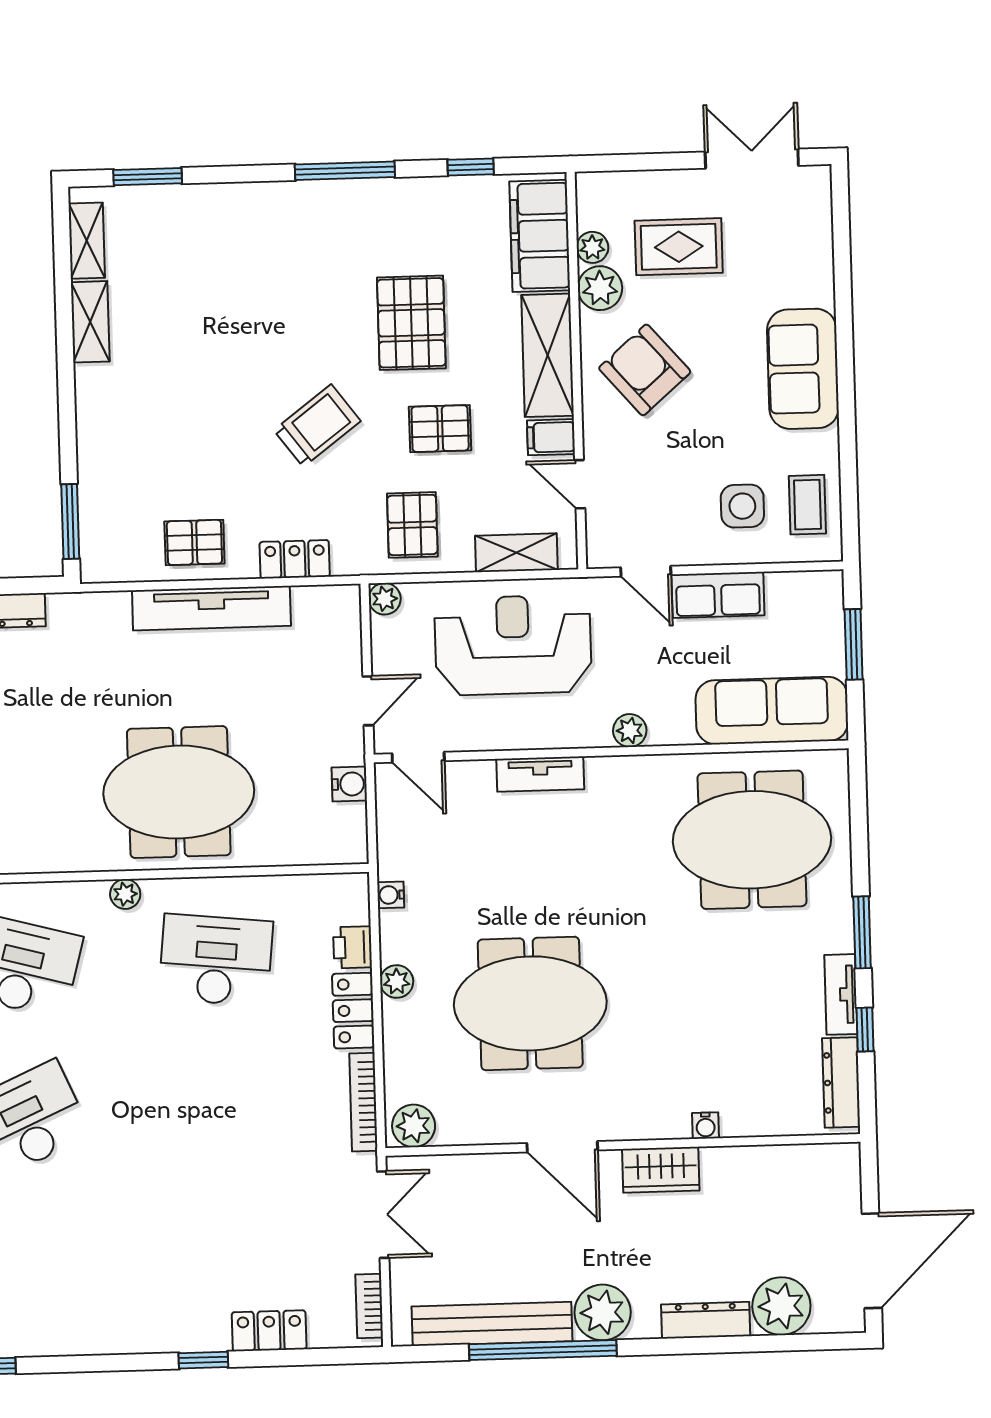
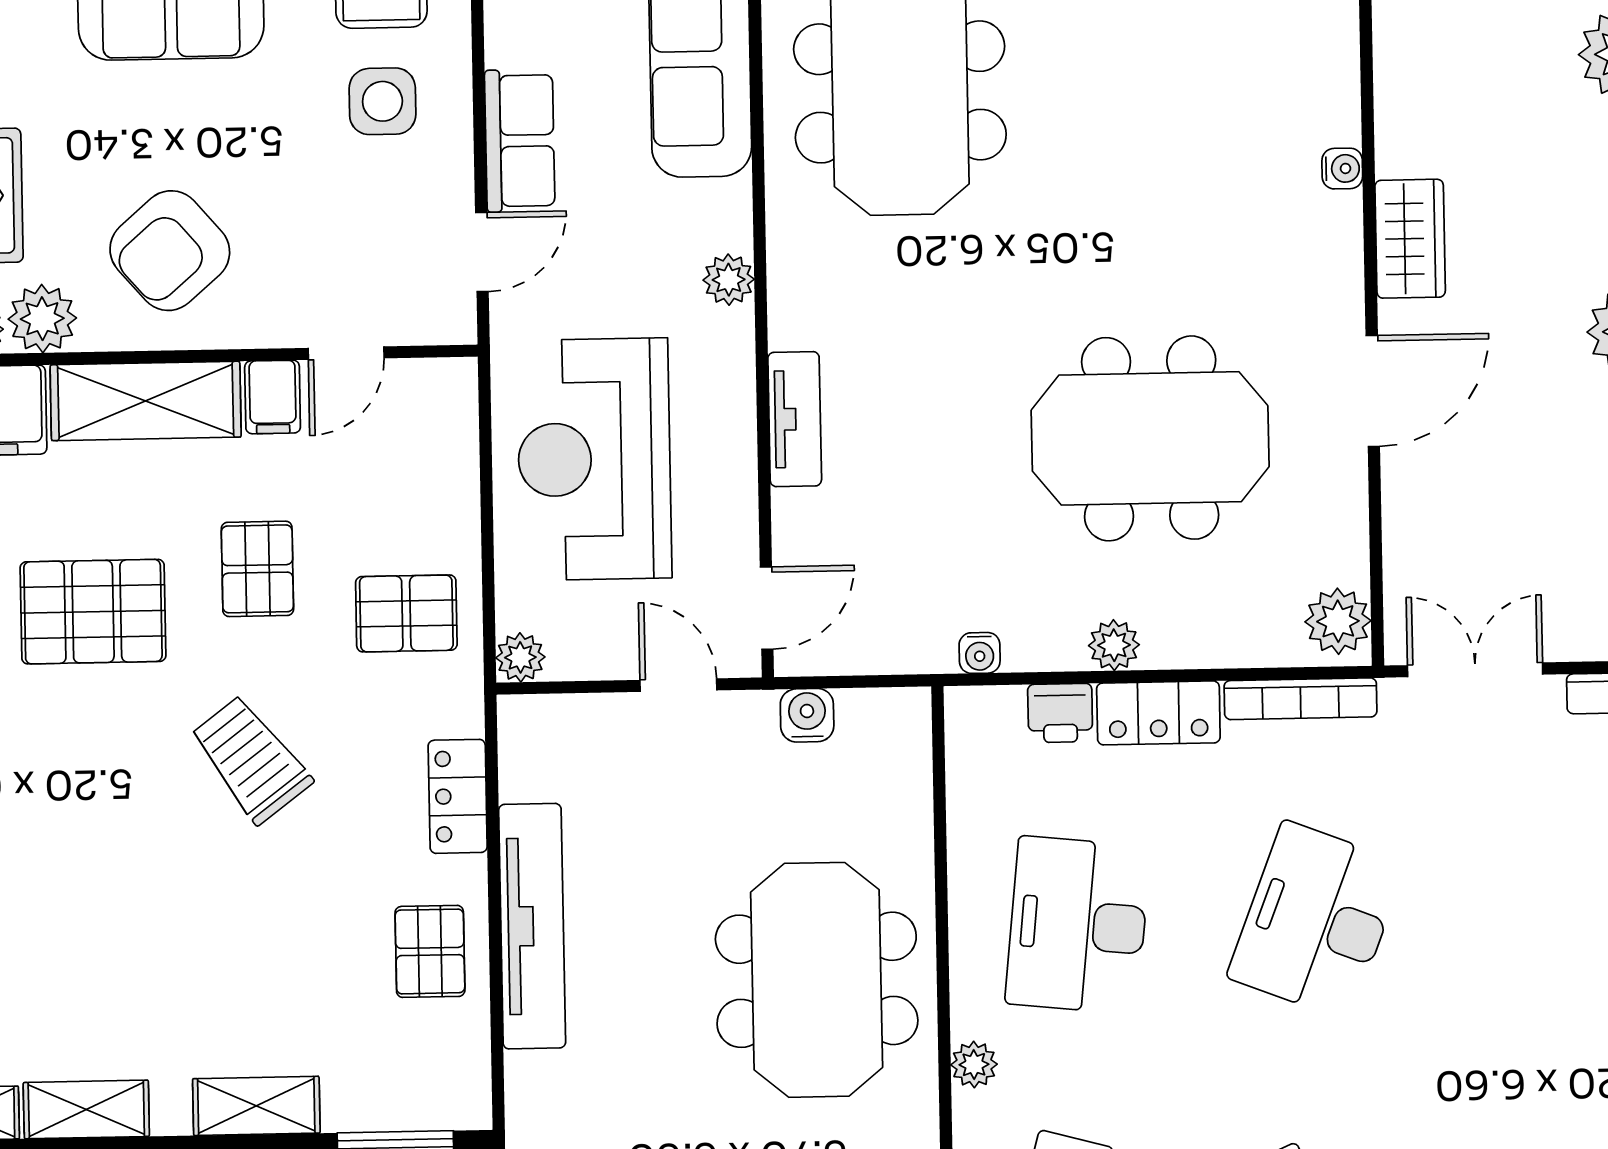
shelving: (516, 553) -> (256, 1106), moved, turned 90
meeting table: (530, 1003) -> (1150, 438), turned 90
desk: (220, 1114) -> (1316, 921), added

